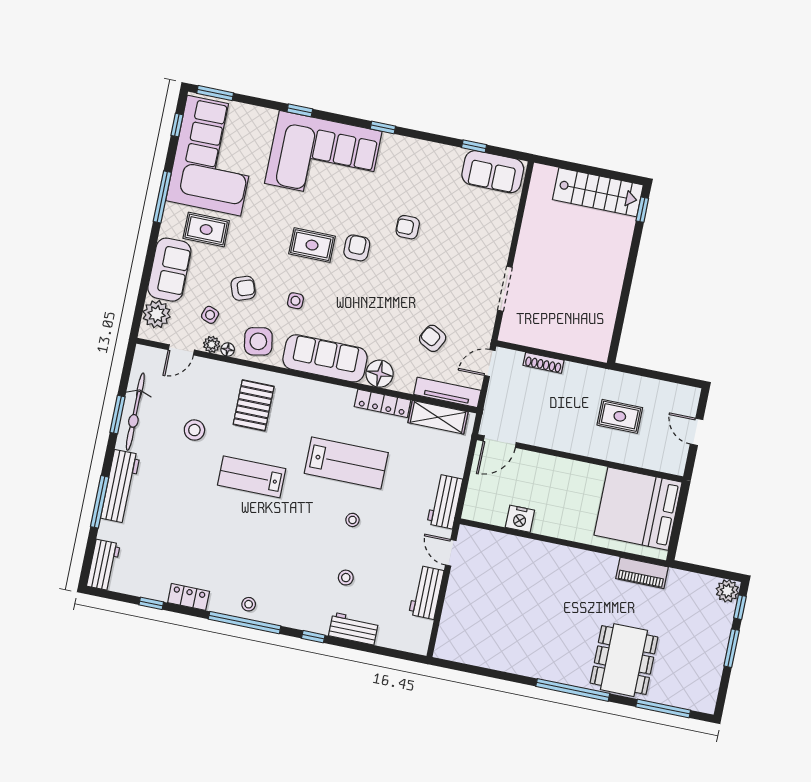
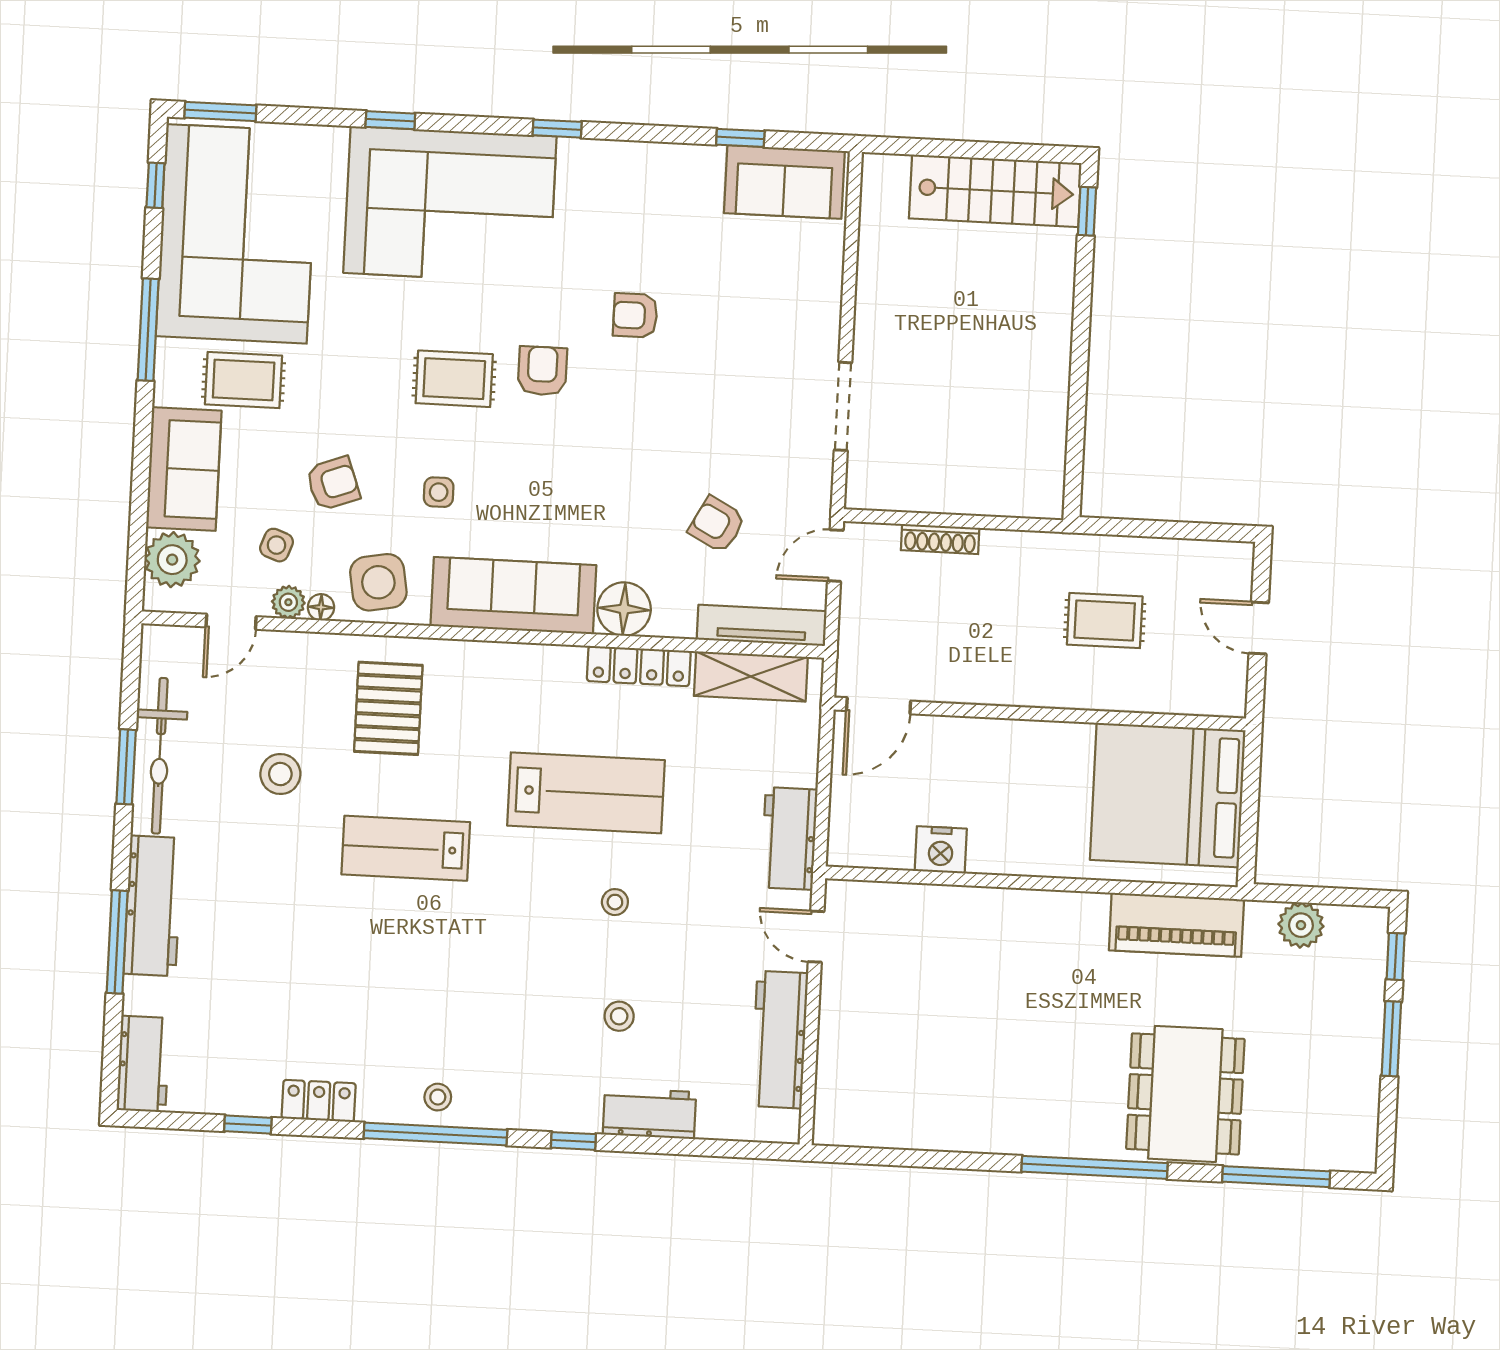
piano: (642, 573) -> (1176, 925), width x1.37, depth x1.33
plant: (727, 591) -> (1301, 925), moved
workbench: (426, 592) -> (779, 1040), width x1.38

